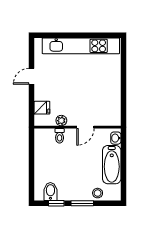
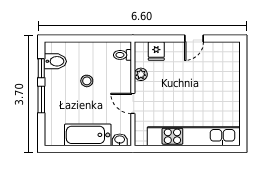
kitchen unit: (81, 46) -> (194, 136), moved, turned 90
door: (32, 76) -> (194, 39), swing flipped
toilet: (60, 136) -> (122, 55), moved
stool: (98, 193) -> (87, 81), moved

